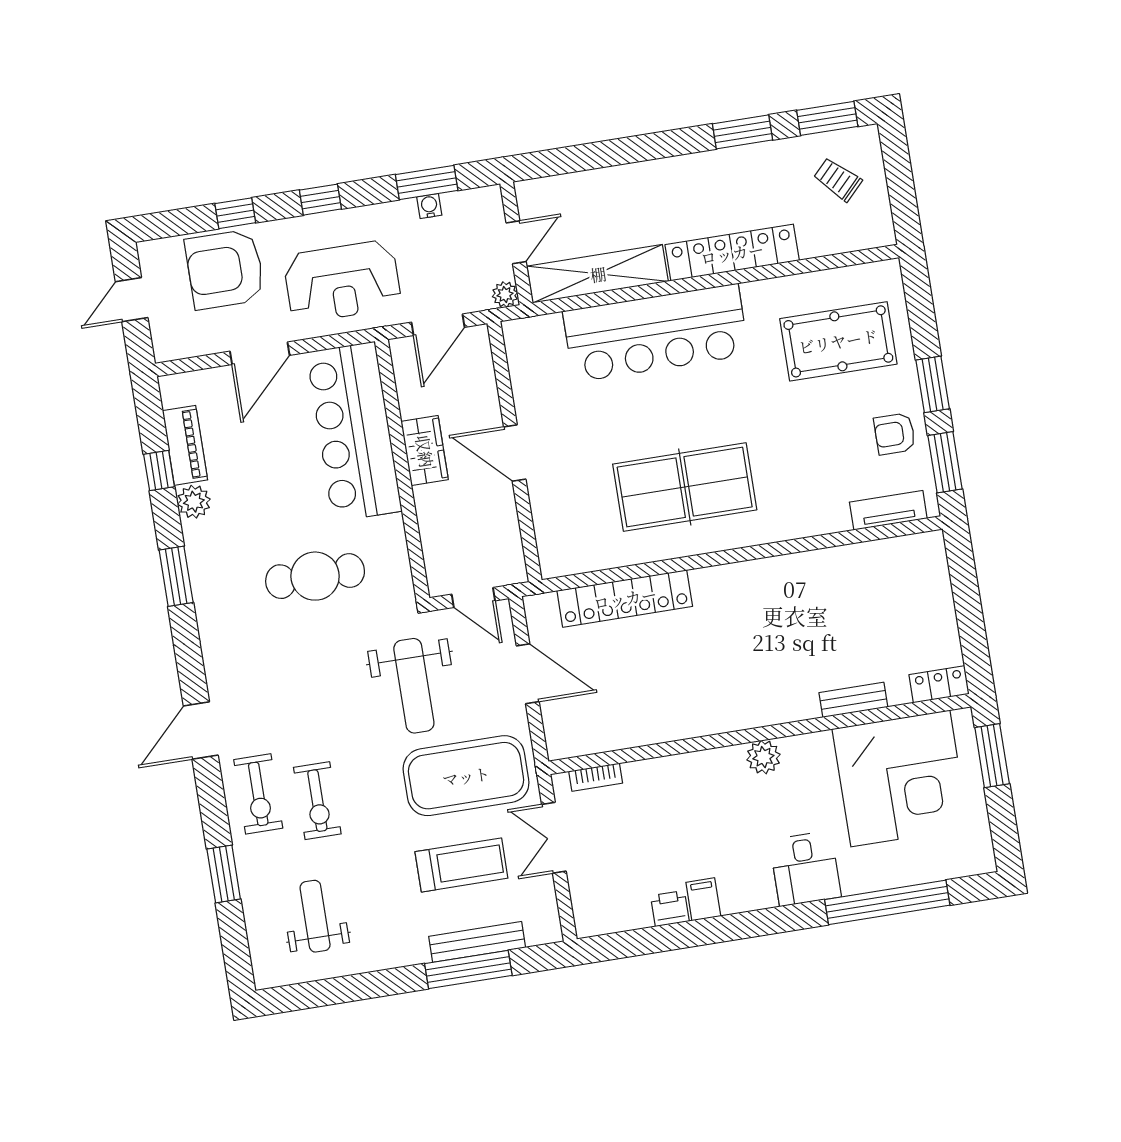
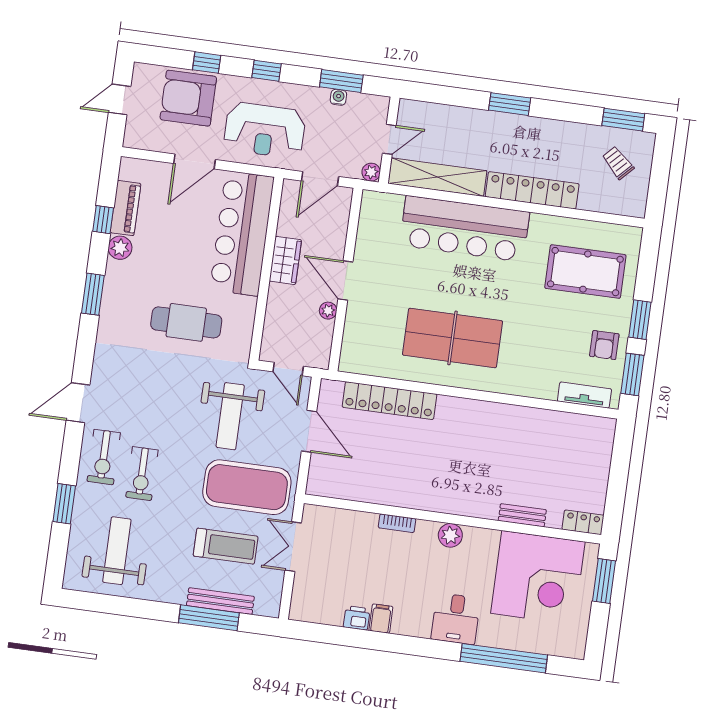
window: (743, 132) -> (510, 104), moved
armchair: (895, 434) -> (604, 345), turned -90
plant: (504, 501) -> (328, 311), added
bookcase: (596, 777) -> (397, 523), moved
weight bench: (315, 916) -> (117, 551), width x1.36, depth x1.33

